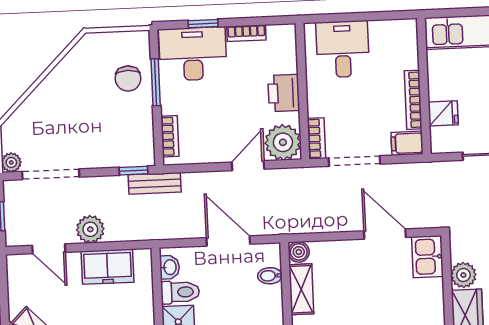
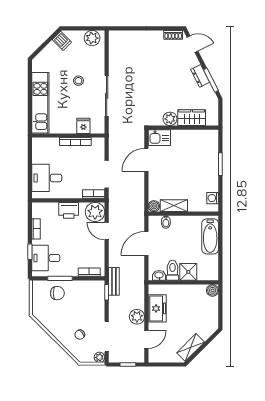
desk: (193, 54) -> (46, 258), width x0.73
chair: (52, 124) -> (80, 335), added
filing cabinet: (407, 143) -> (98, 146), removed

